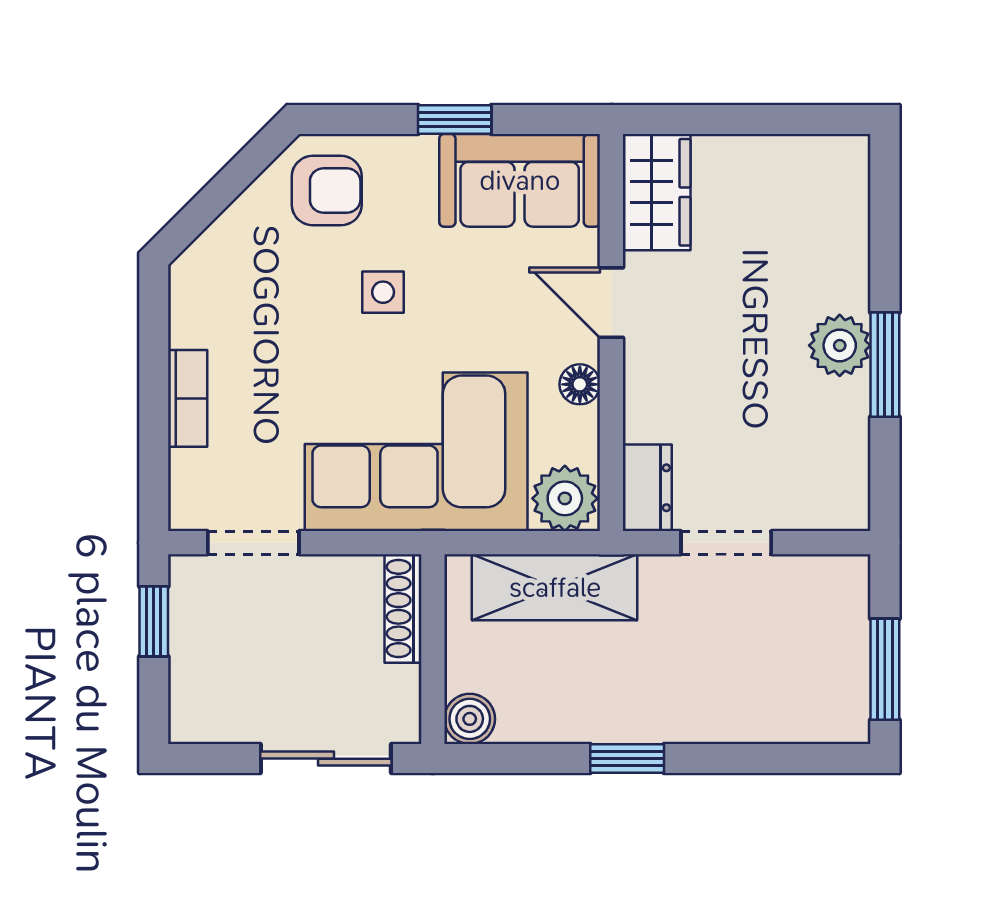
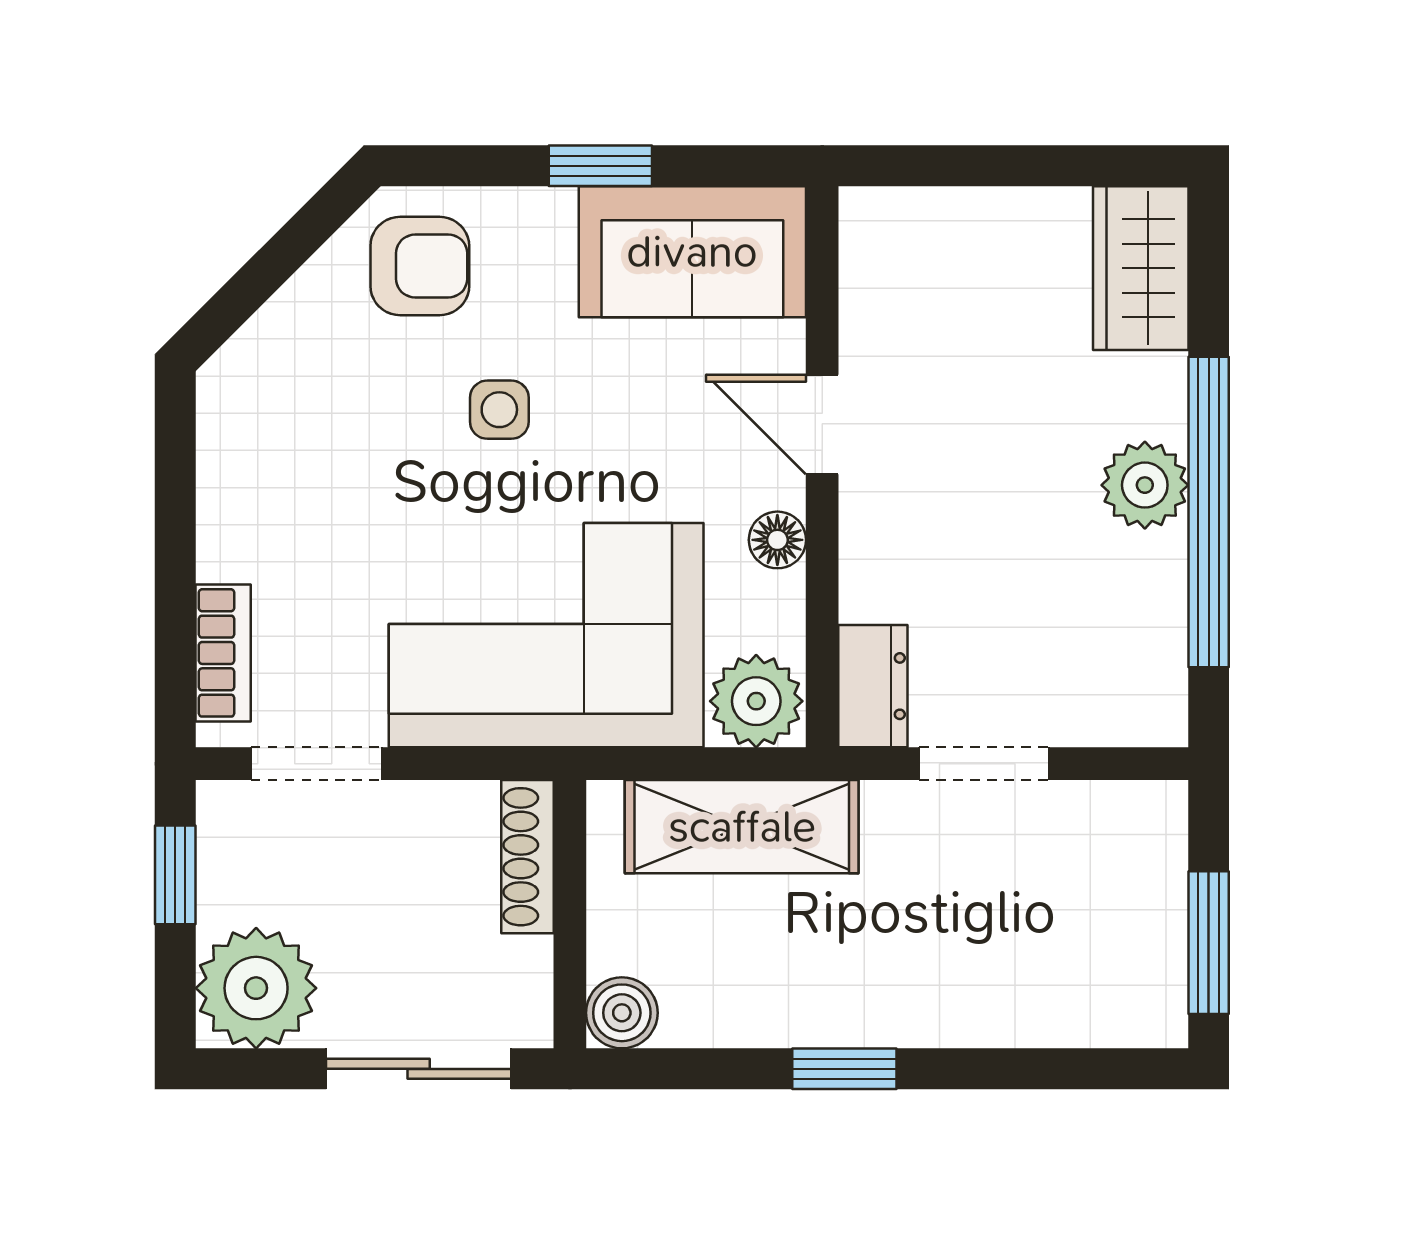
wardrobe: (657, 192) -> (1141, 268), moved, turned 180
window: (885, 365) -> (1209, 512), width x2.11
bookcase: (188, 398) -> (223, 653), moved
plant: (211, 701) -> (256, 988), added

